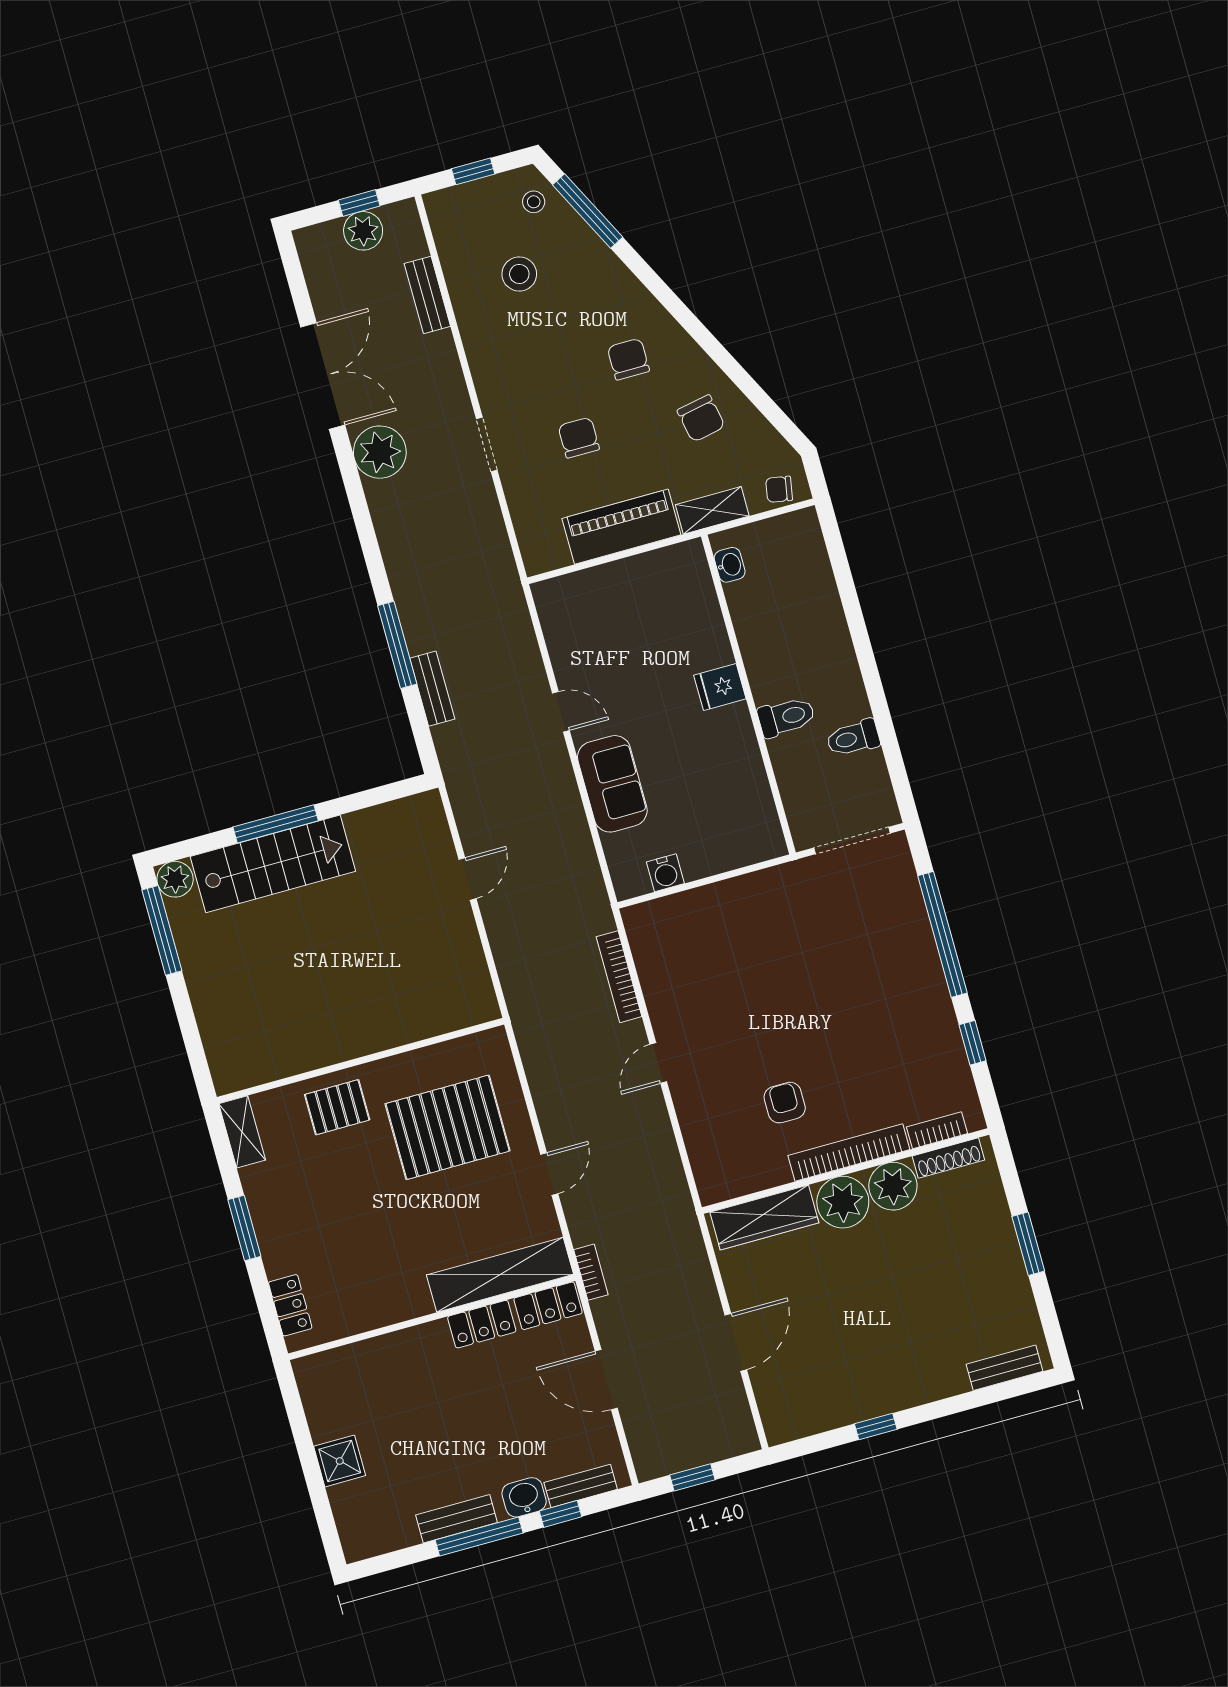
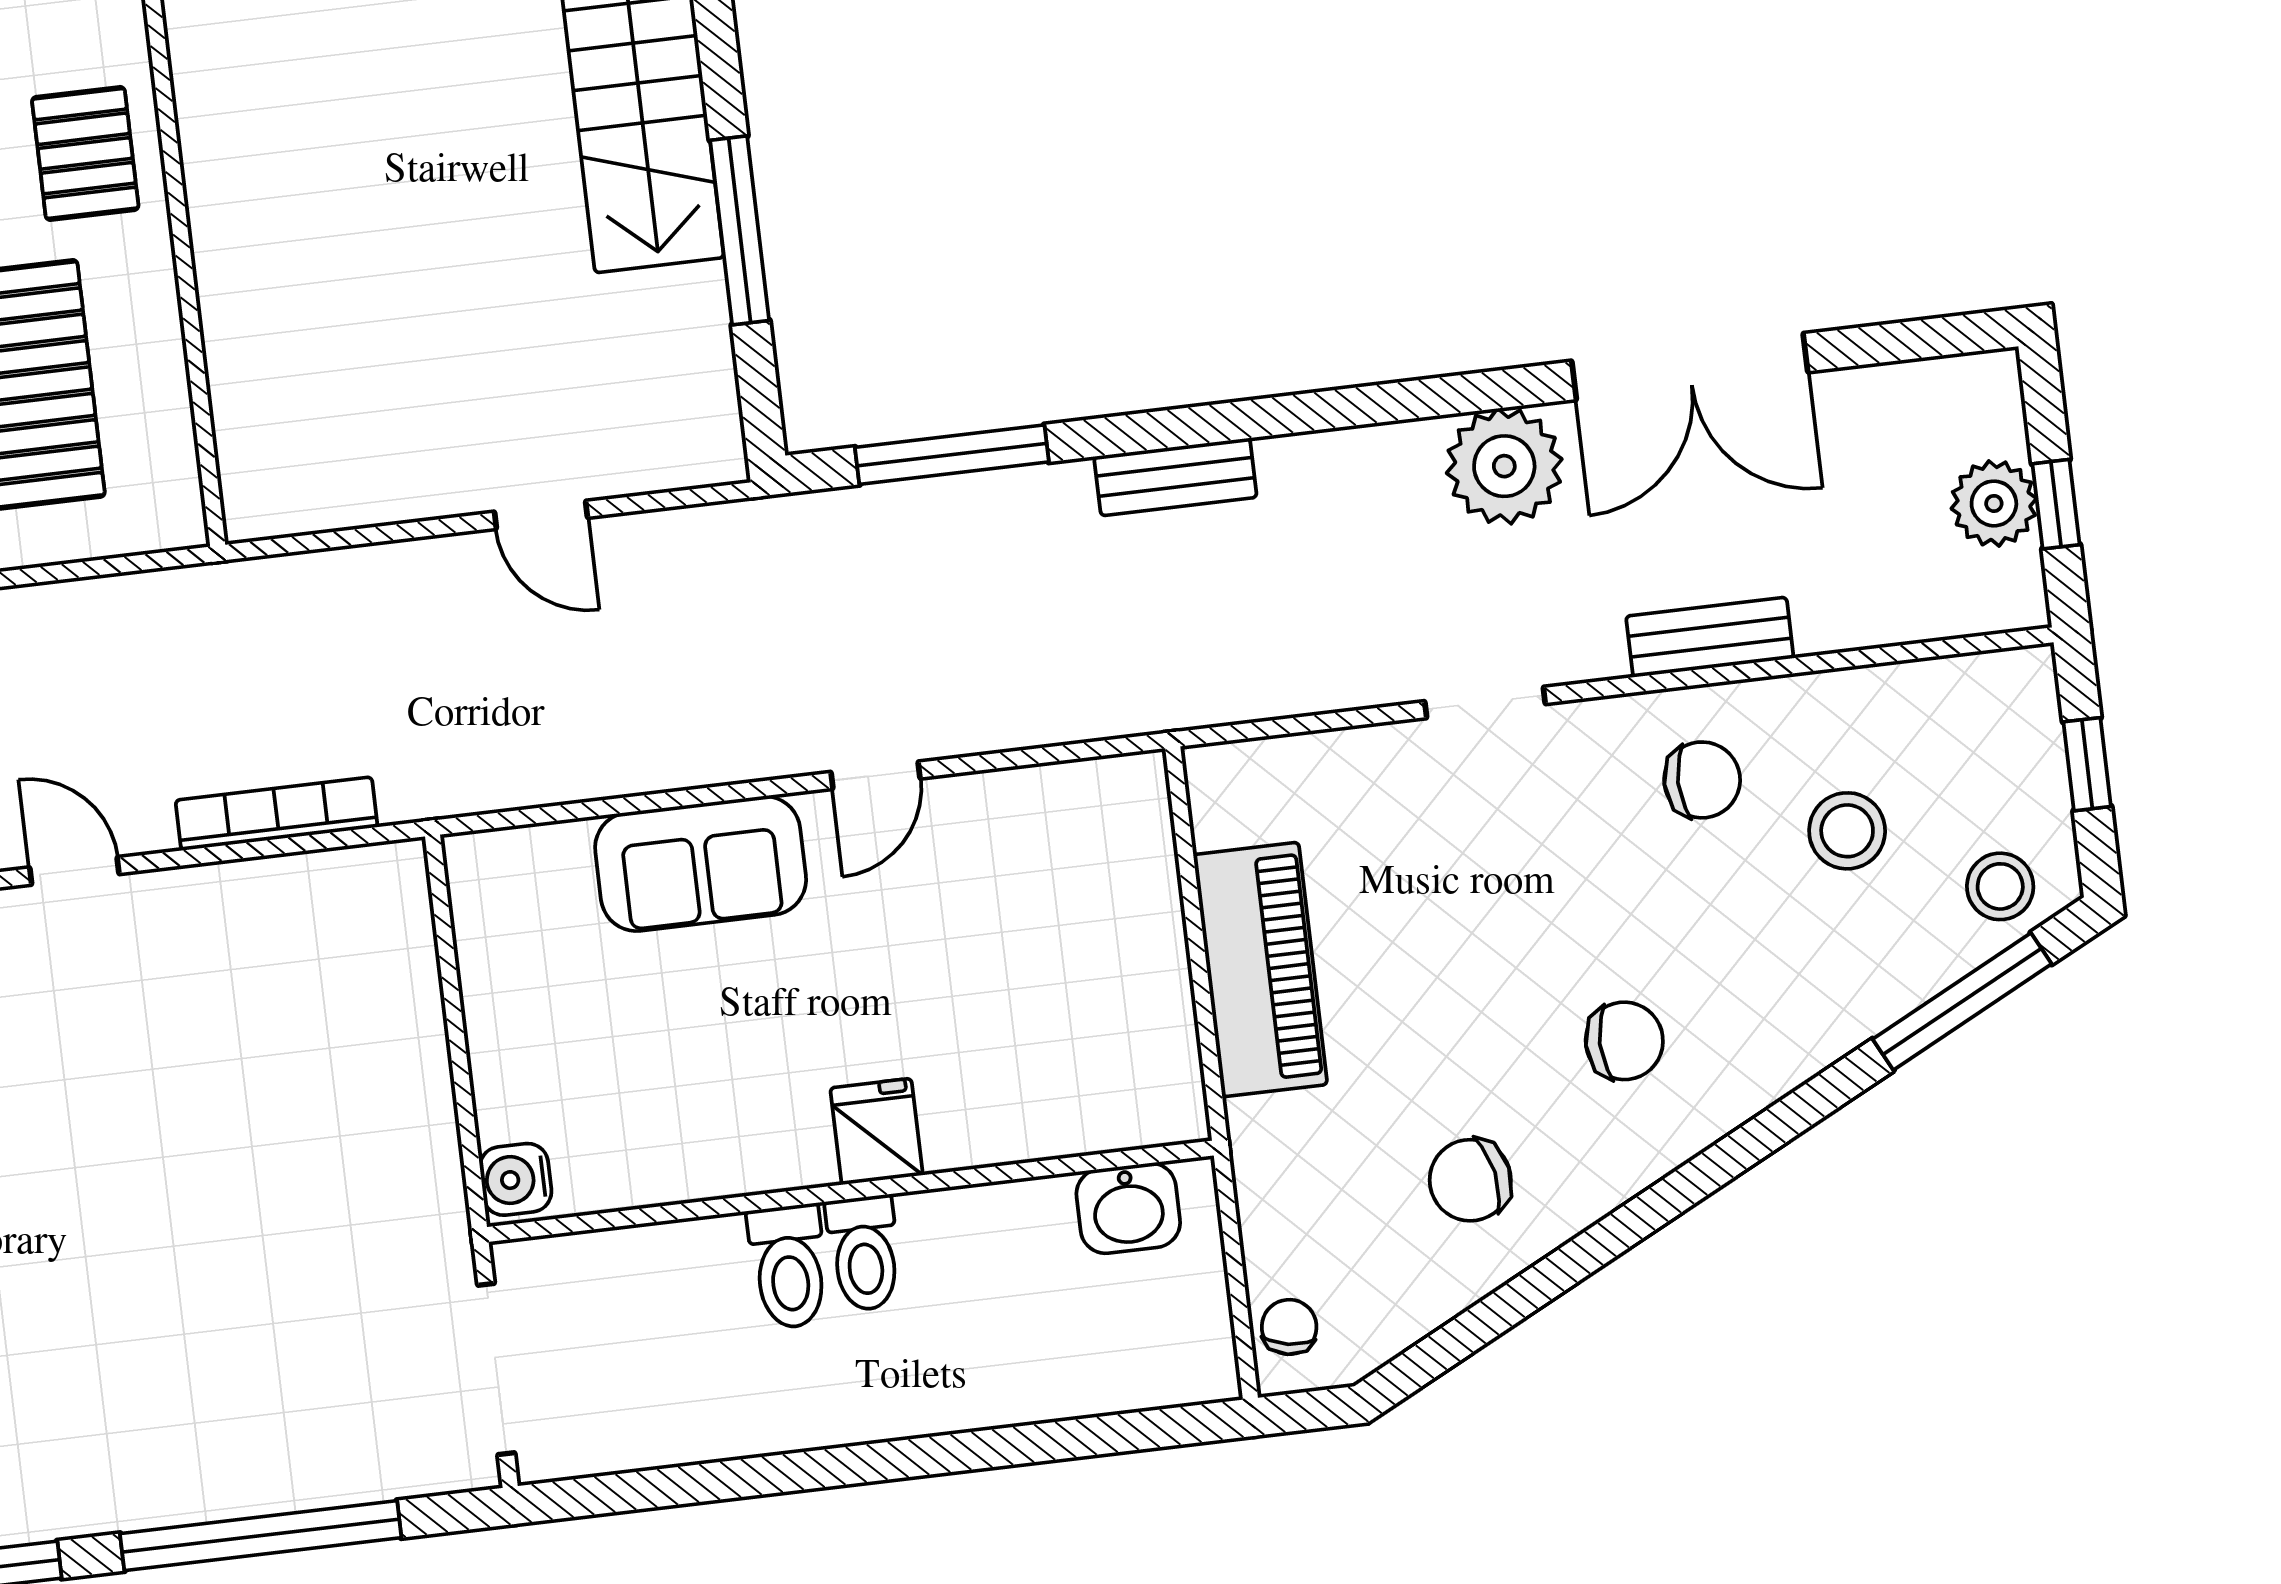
stool: (534, 202) -> (2000, 886), width x1.37, depth x1.37
bench: (427, 295) -> (1710, 637), moved
chair: (579, 438) -> (1702, 780), moved
shelving: (712, 510) -> (1265, 1174), removed
washbasin: (730, 565) -> (1128, 1208), width x1.38, depth x1.45
window: (397, 645) -> (952, 455), moved
bench: (432, 689) -> (1175, 477), moved
toilet: (853, 738) -> (864, 1253), moved, turned 180
window: (276, 824) -> (740, 230), moved
water cooler: (665, 873) -> (516, 1179), moved

